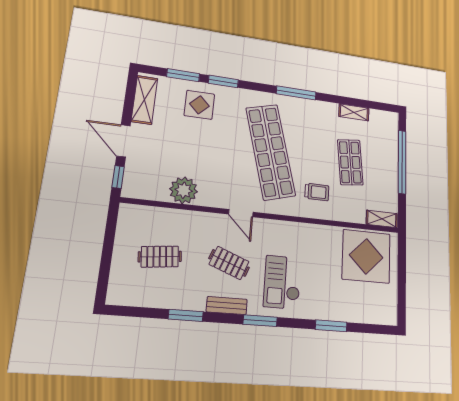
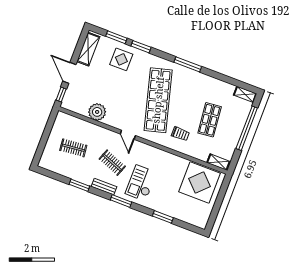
shelving: (354, 112) -> (245, 94), moved

